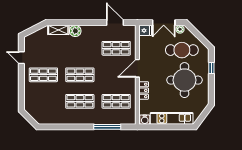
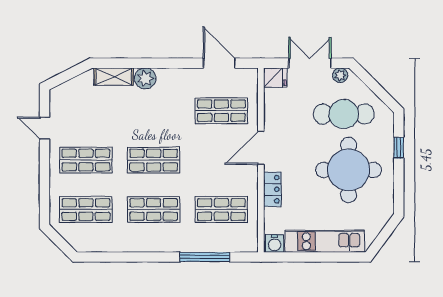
double door: (164, 23) -> (310, 63), swing flipped
shop shelf: (43, 101) -> (86, 210), added

